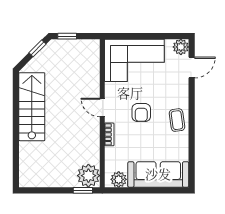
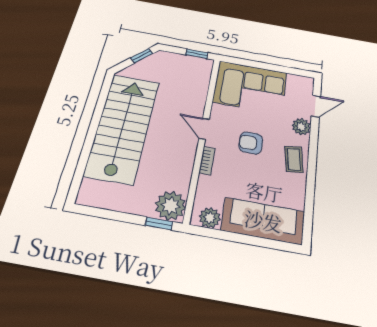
window: (67, 36) -> (197, 54), moved
plant: (181, 47) -> (301, 127), moved
stairs: (32, 107) -> (123, 127), width x1.36, depth x1.51
armchair: (141, 113) -> (251, 143), turned 90

